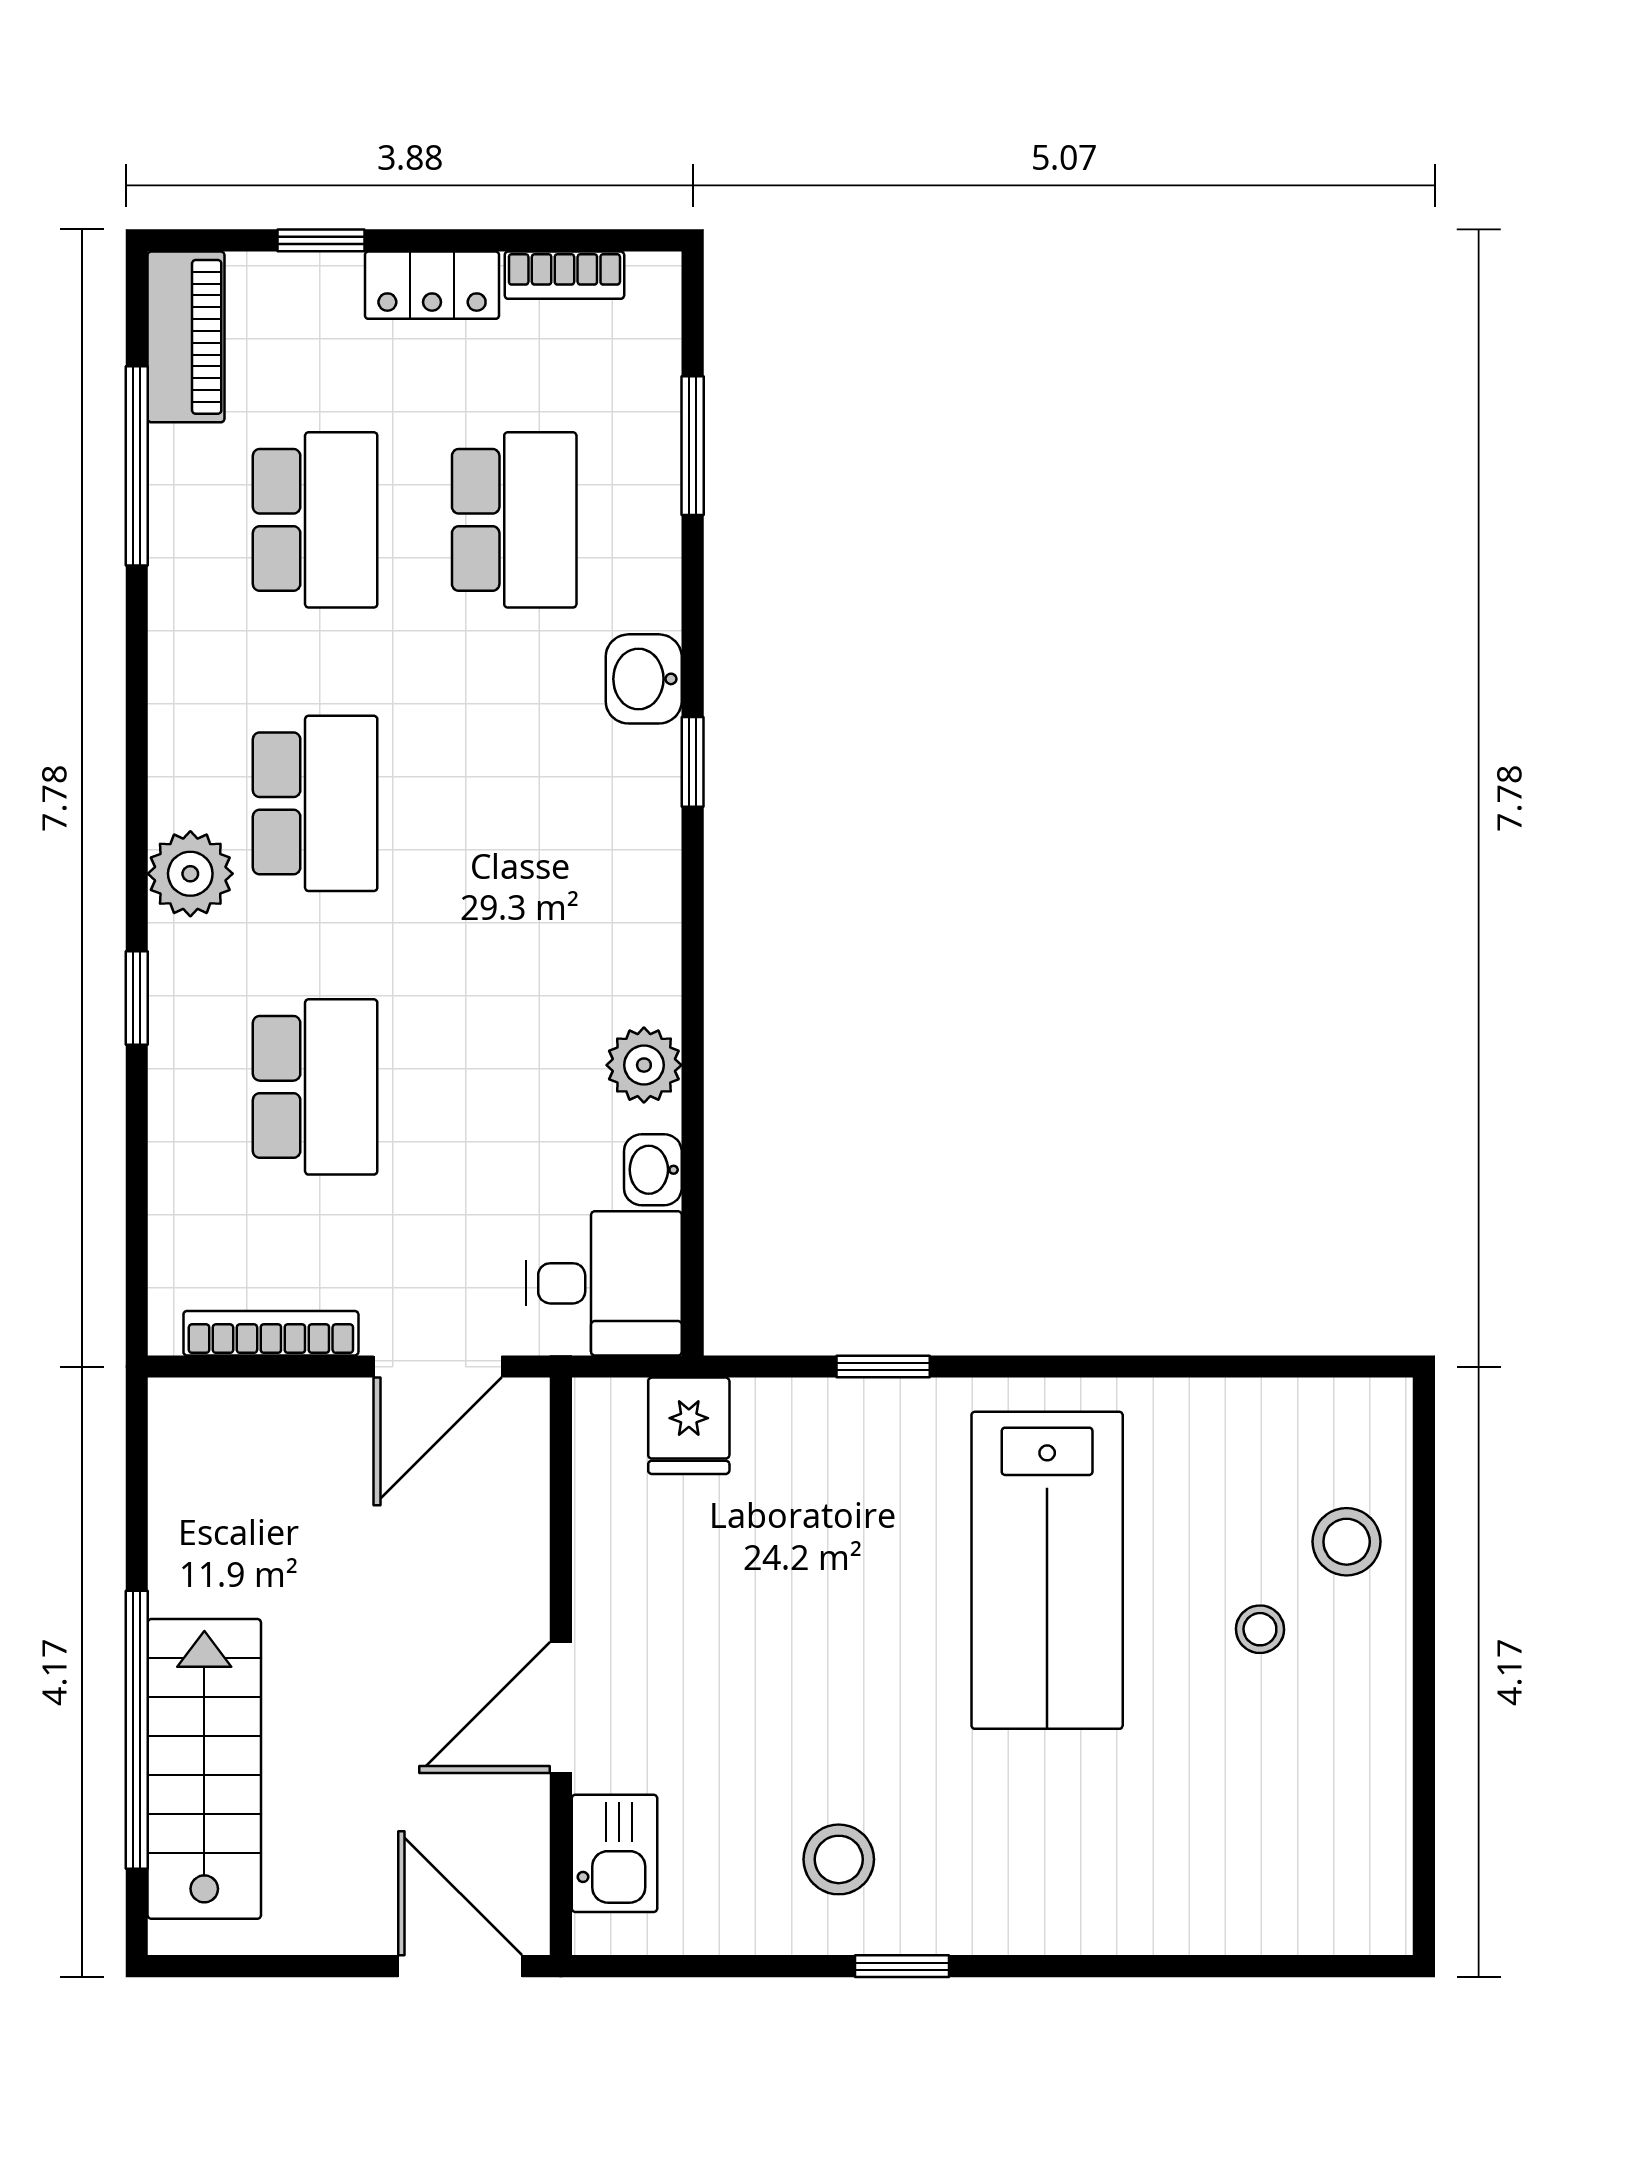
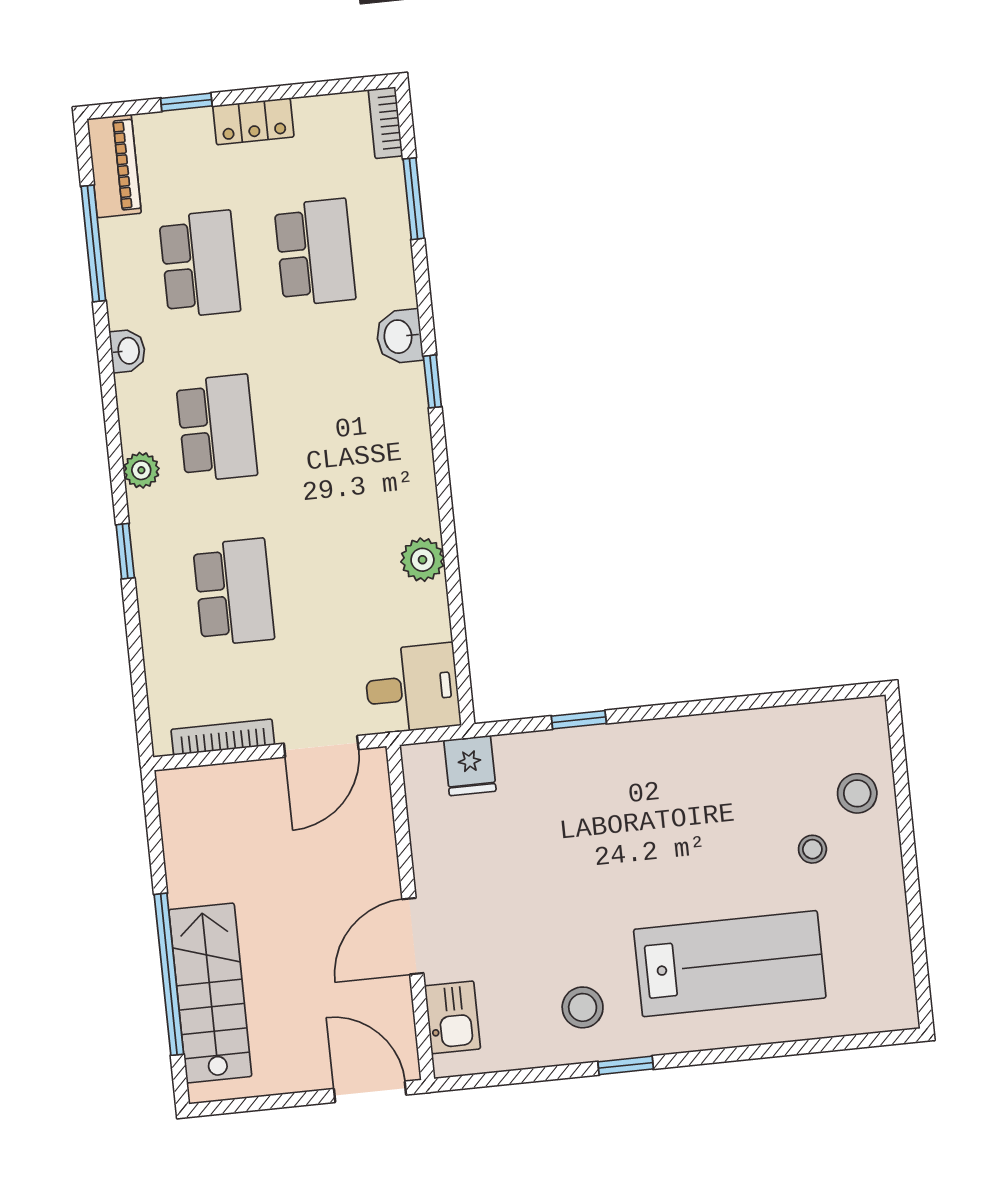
bookcase: (564, 275) -> (385, 123), moved, turned 90
plant: (190, 874) -> (141, 470), width x0.73, depth x0.73
washbasin: (653, 1170) -> (128, 351), moved, turned 180
lab bench: (1047, 1570) -> (730, 964), moved, turned -90

